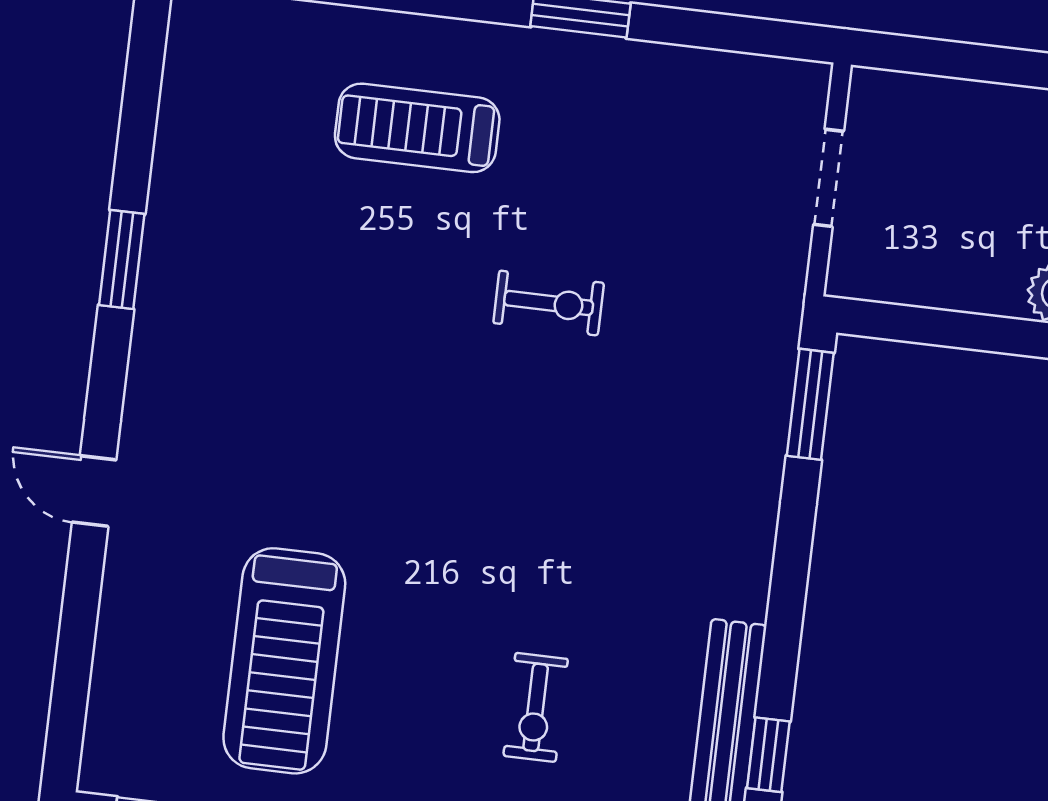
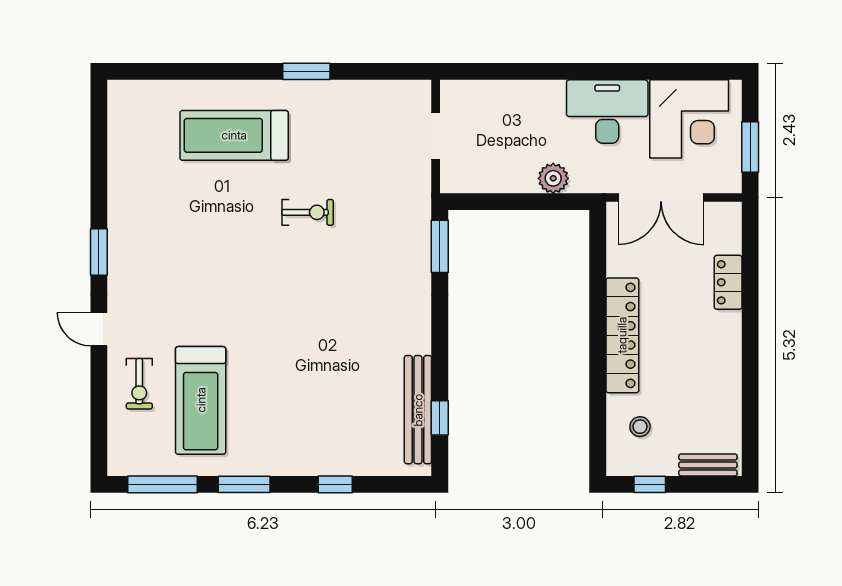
treadmill: (417, 128) -> (234, 135), width x1.37, depth x1.38
window: (122, 260) -> (99, 252), moved
exercise bike: (536, 707) -> (139, 384), moved

